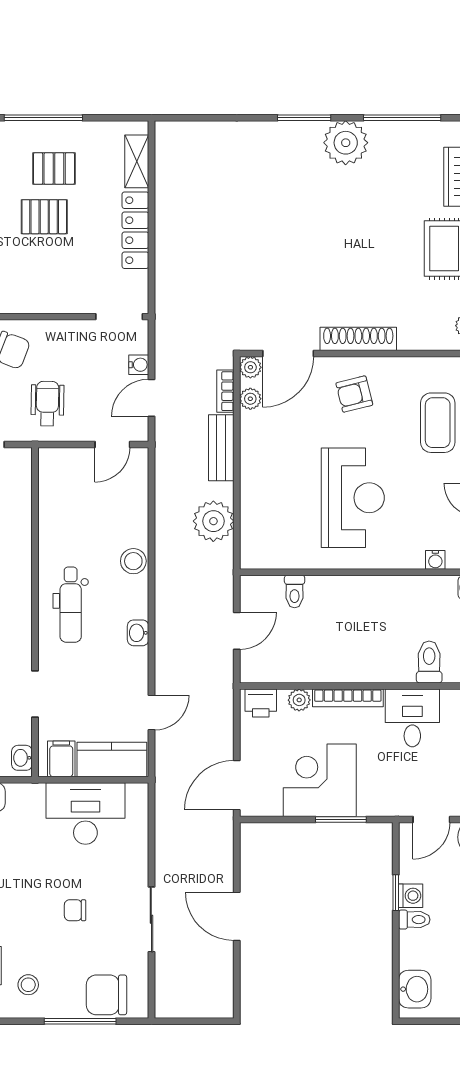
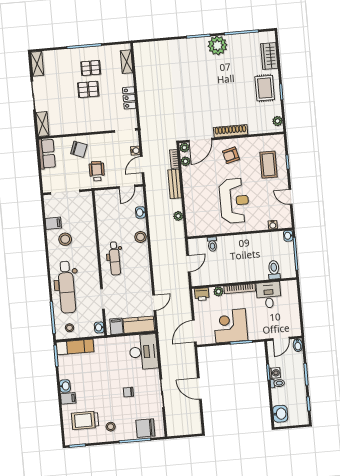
locker: (135, 230) -> (129, 98), width x0.66
plant: (213, 521) -> (178, 216), width x0.53, depth x0.53
washbasin: (138, 633) -> (140, 212), moved
desk: (85, 813) -> (144, 352), moved, turned 90

